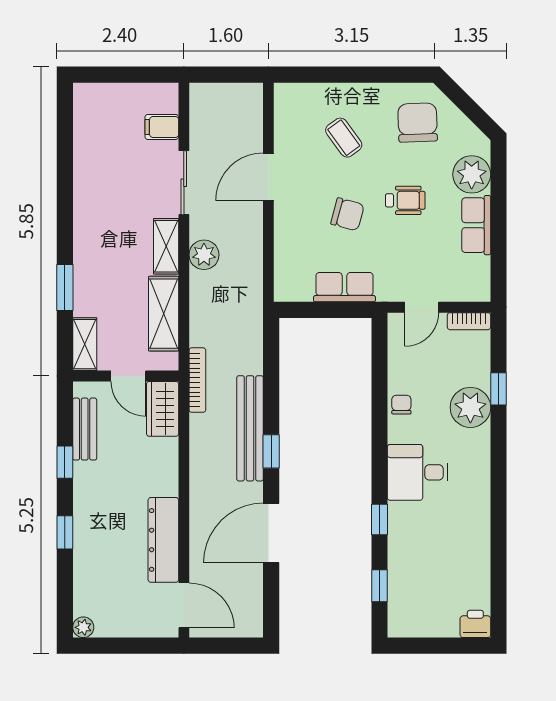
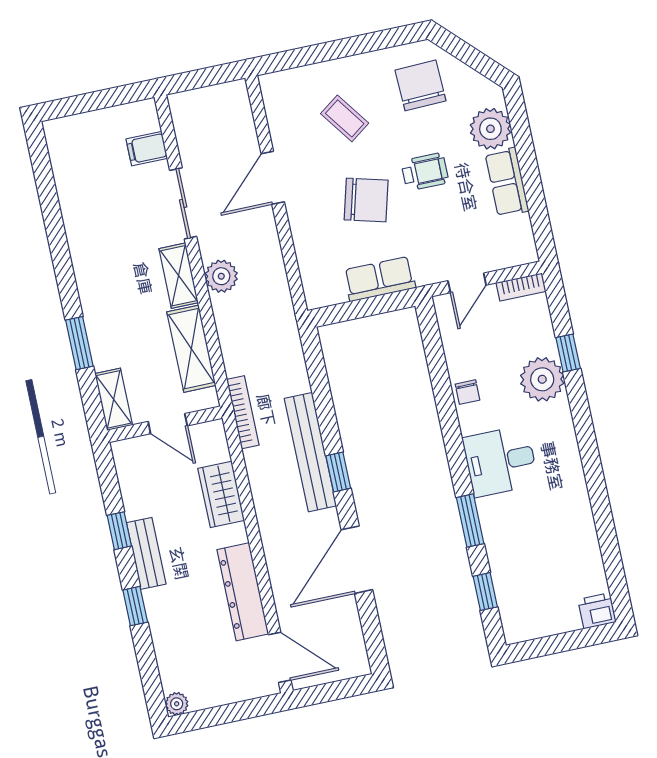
chair: (347, 214) -> (366, 200), width x1.37, depth x1.37
chair: (401, 405) -> (468, 392), turned 180
wardrobe: (163, 409) -> (221, 494), moved
bench: (85, 429) -> (146, 553), moved
window: (379, 520) -> (470, 521), width x1.50

